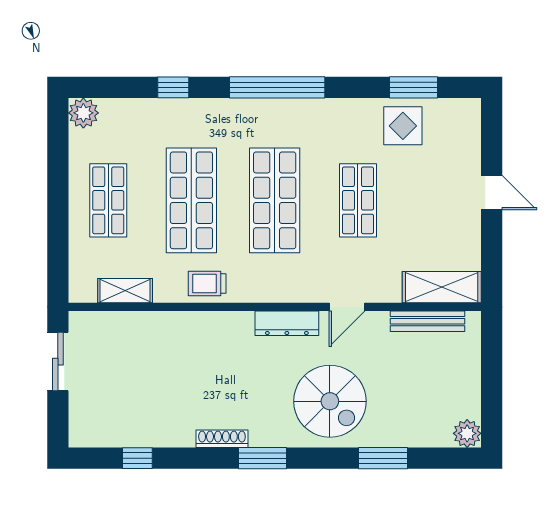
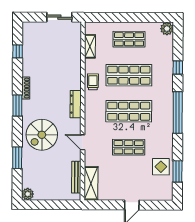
dresser: (287, 323) -> (76, 104), moved

